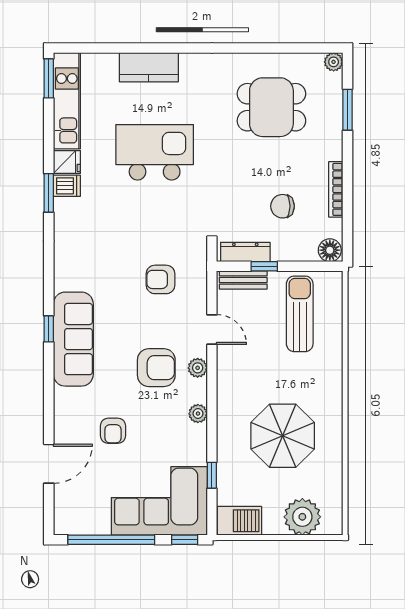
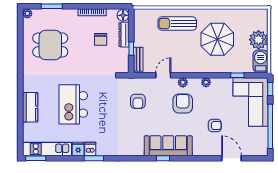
dining table: (271, 107) -> (50, 45), turned 90
dresser: (245, 252) -> (124, 35), moved
sun lounger: (300, 314) -> (177, 24), moved
plant: (302, 517) -> (259, 40), moved

